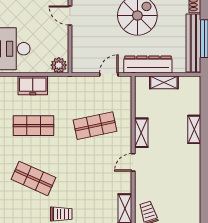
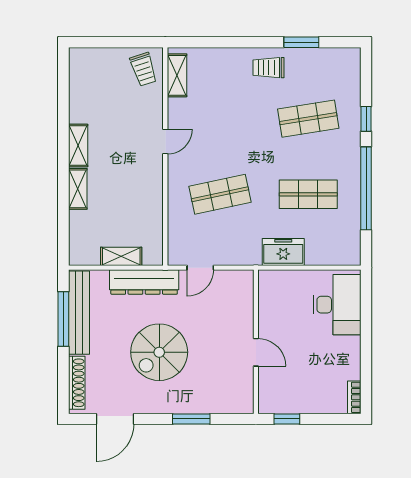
plant: (59, 65) -> (272, 281), removed
freezer: (33, 85) -> (283, 252), moved
shelving: (141, 133) -> (78, 146), moved
shop shelf: (33, 178) -> (308, 119), turned -33

